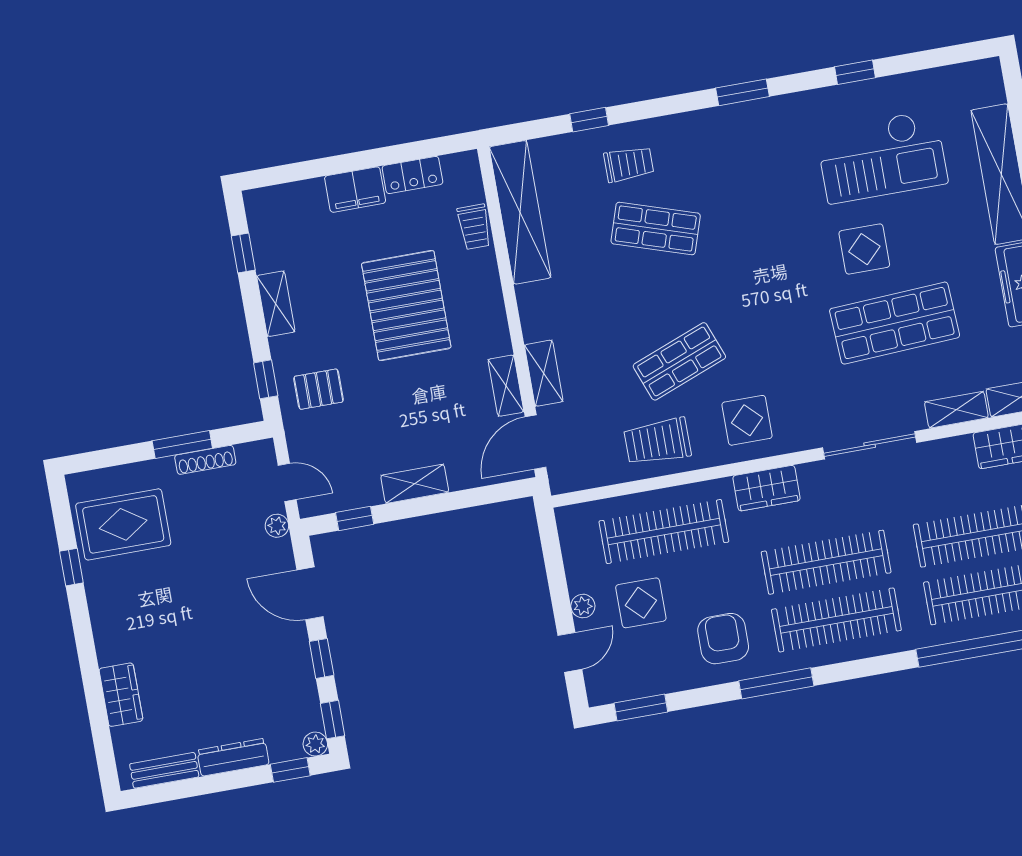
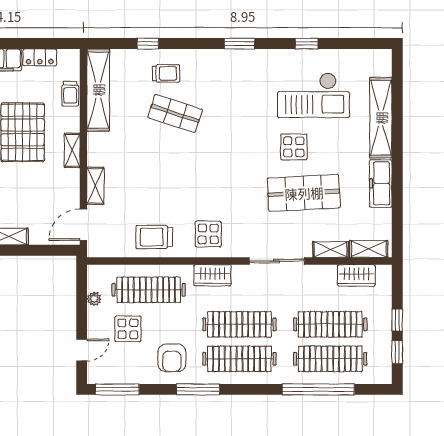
shop shelf: (679, 361) -> (175, 193), removed
shelving: (506, 386) -> (72, 150), moved
plant: (583, 606) -> (94, 299), moved
armchair: (723, 639) -> (172, 358), turned 180
window: (641, 708) -> (117, 389), width x1.44

